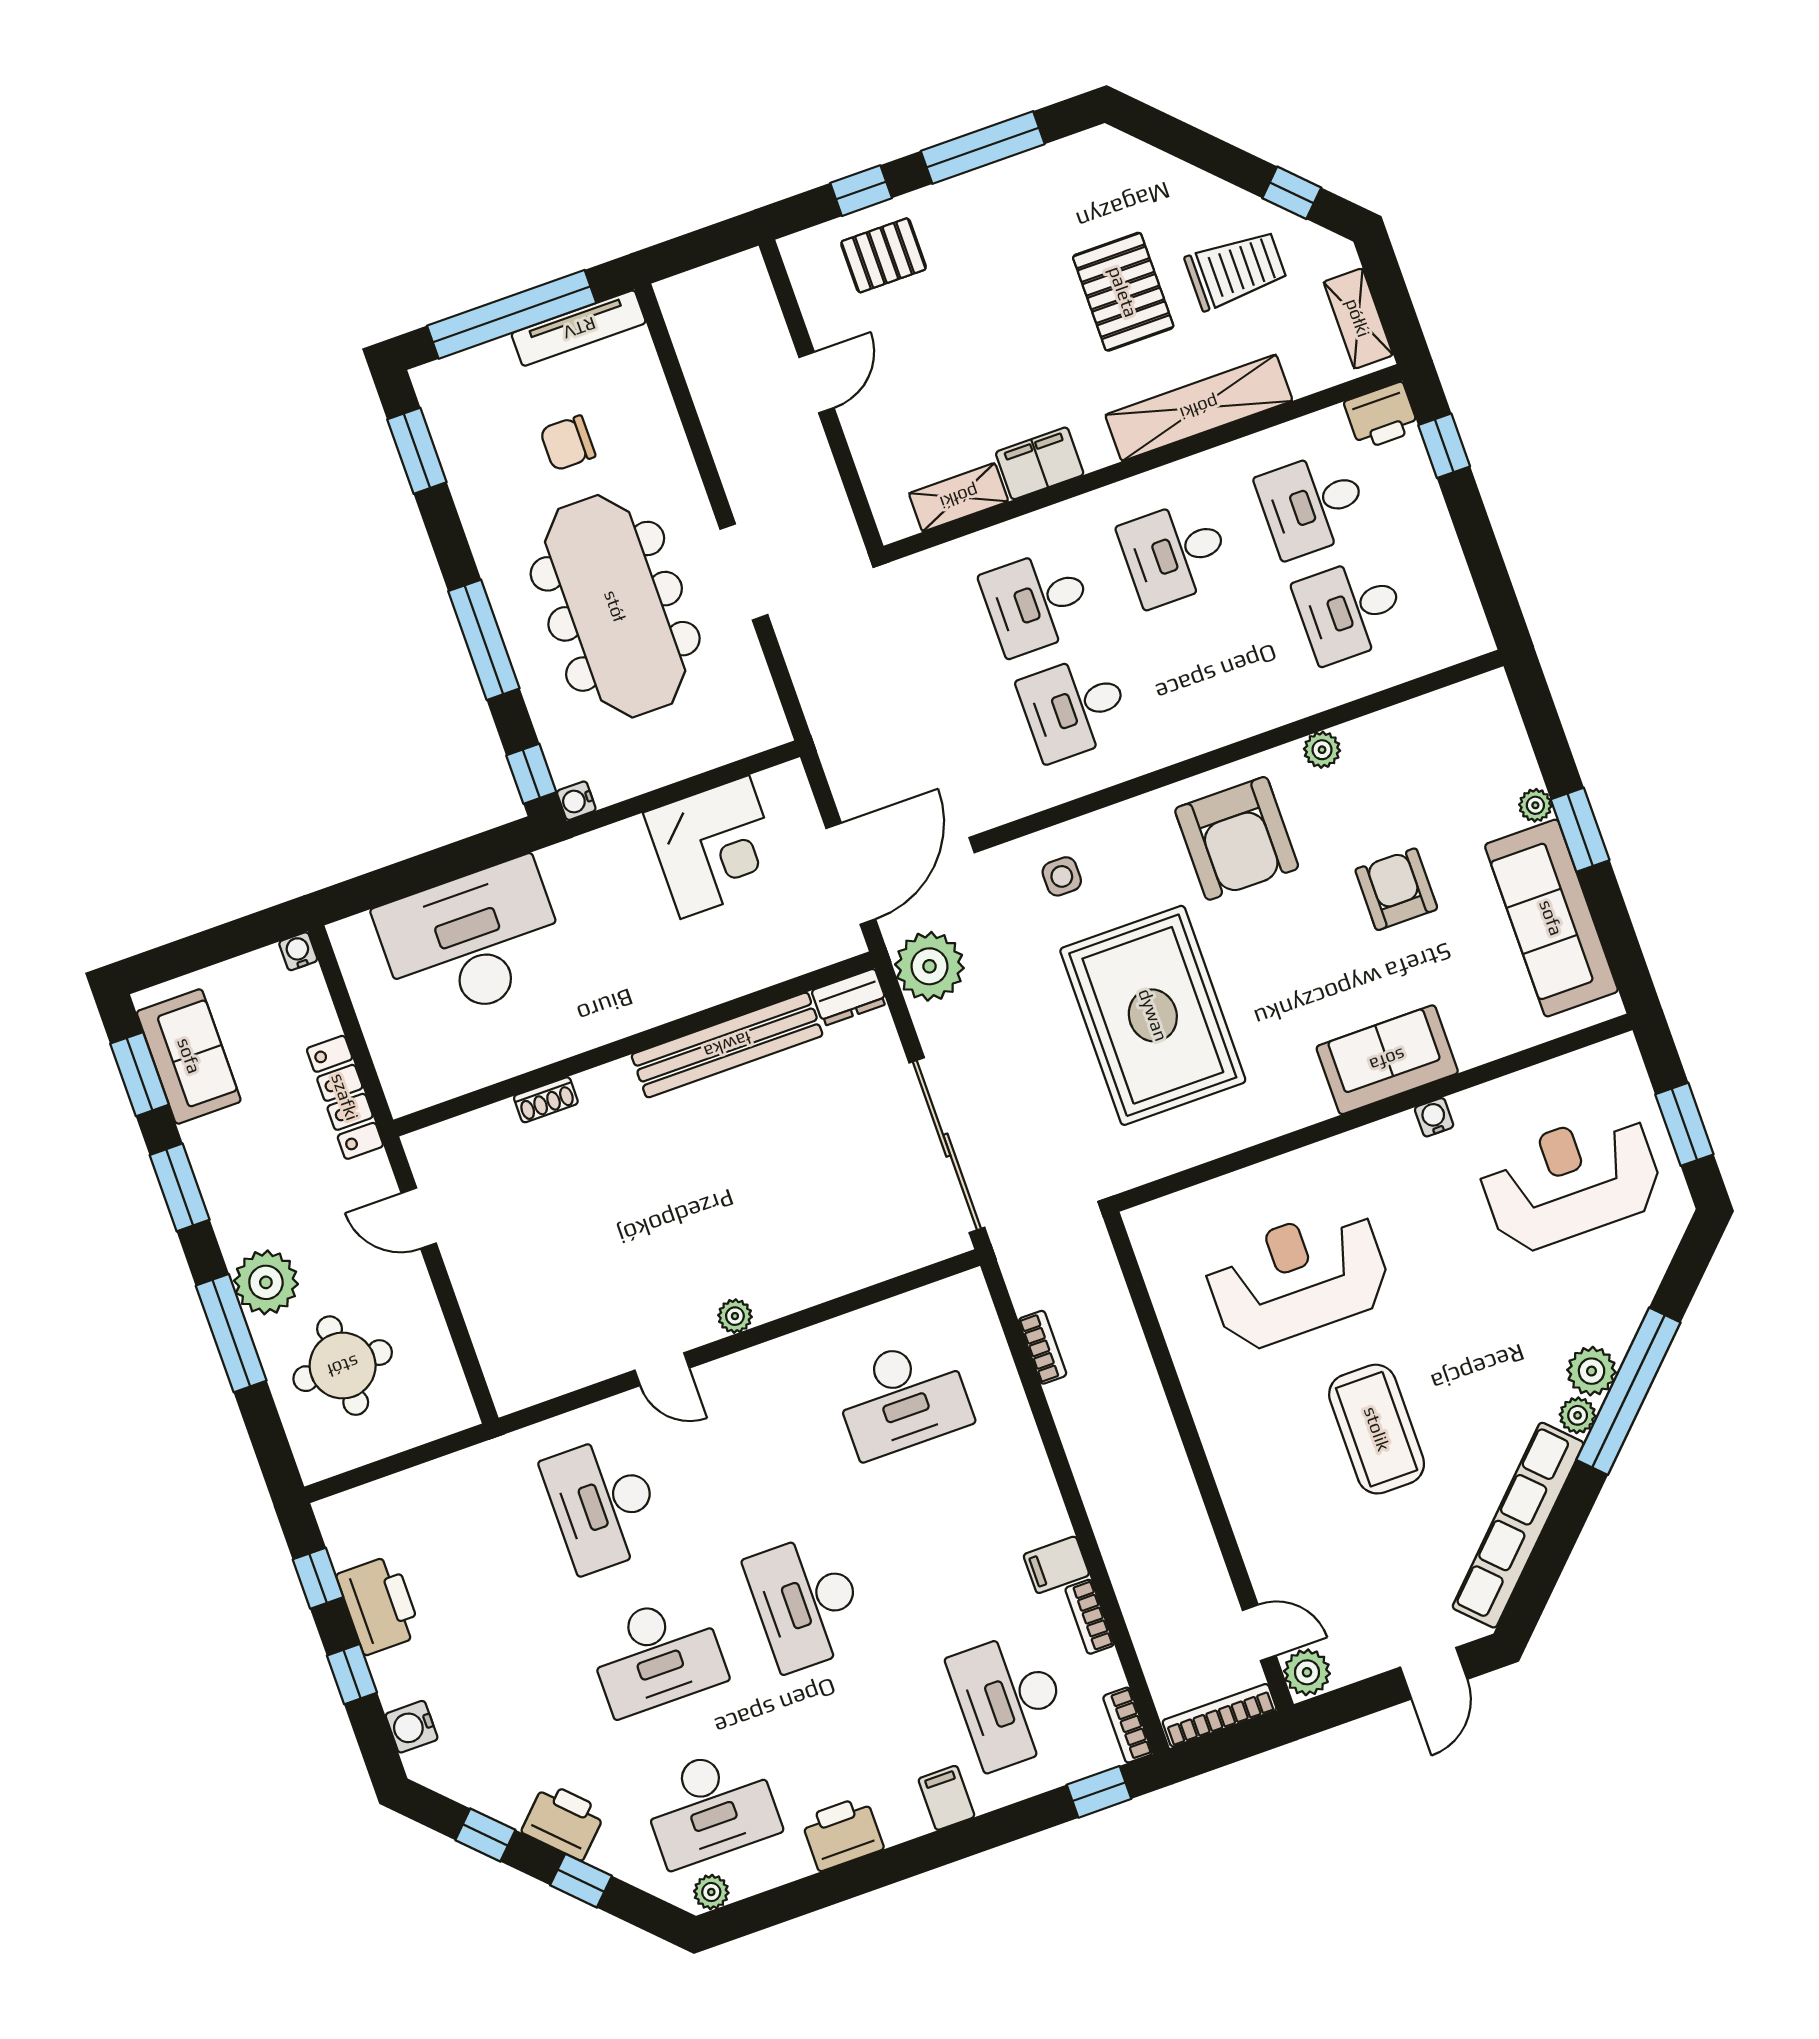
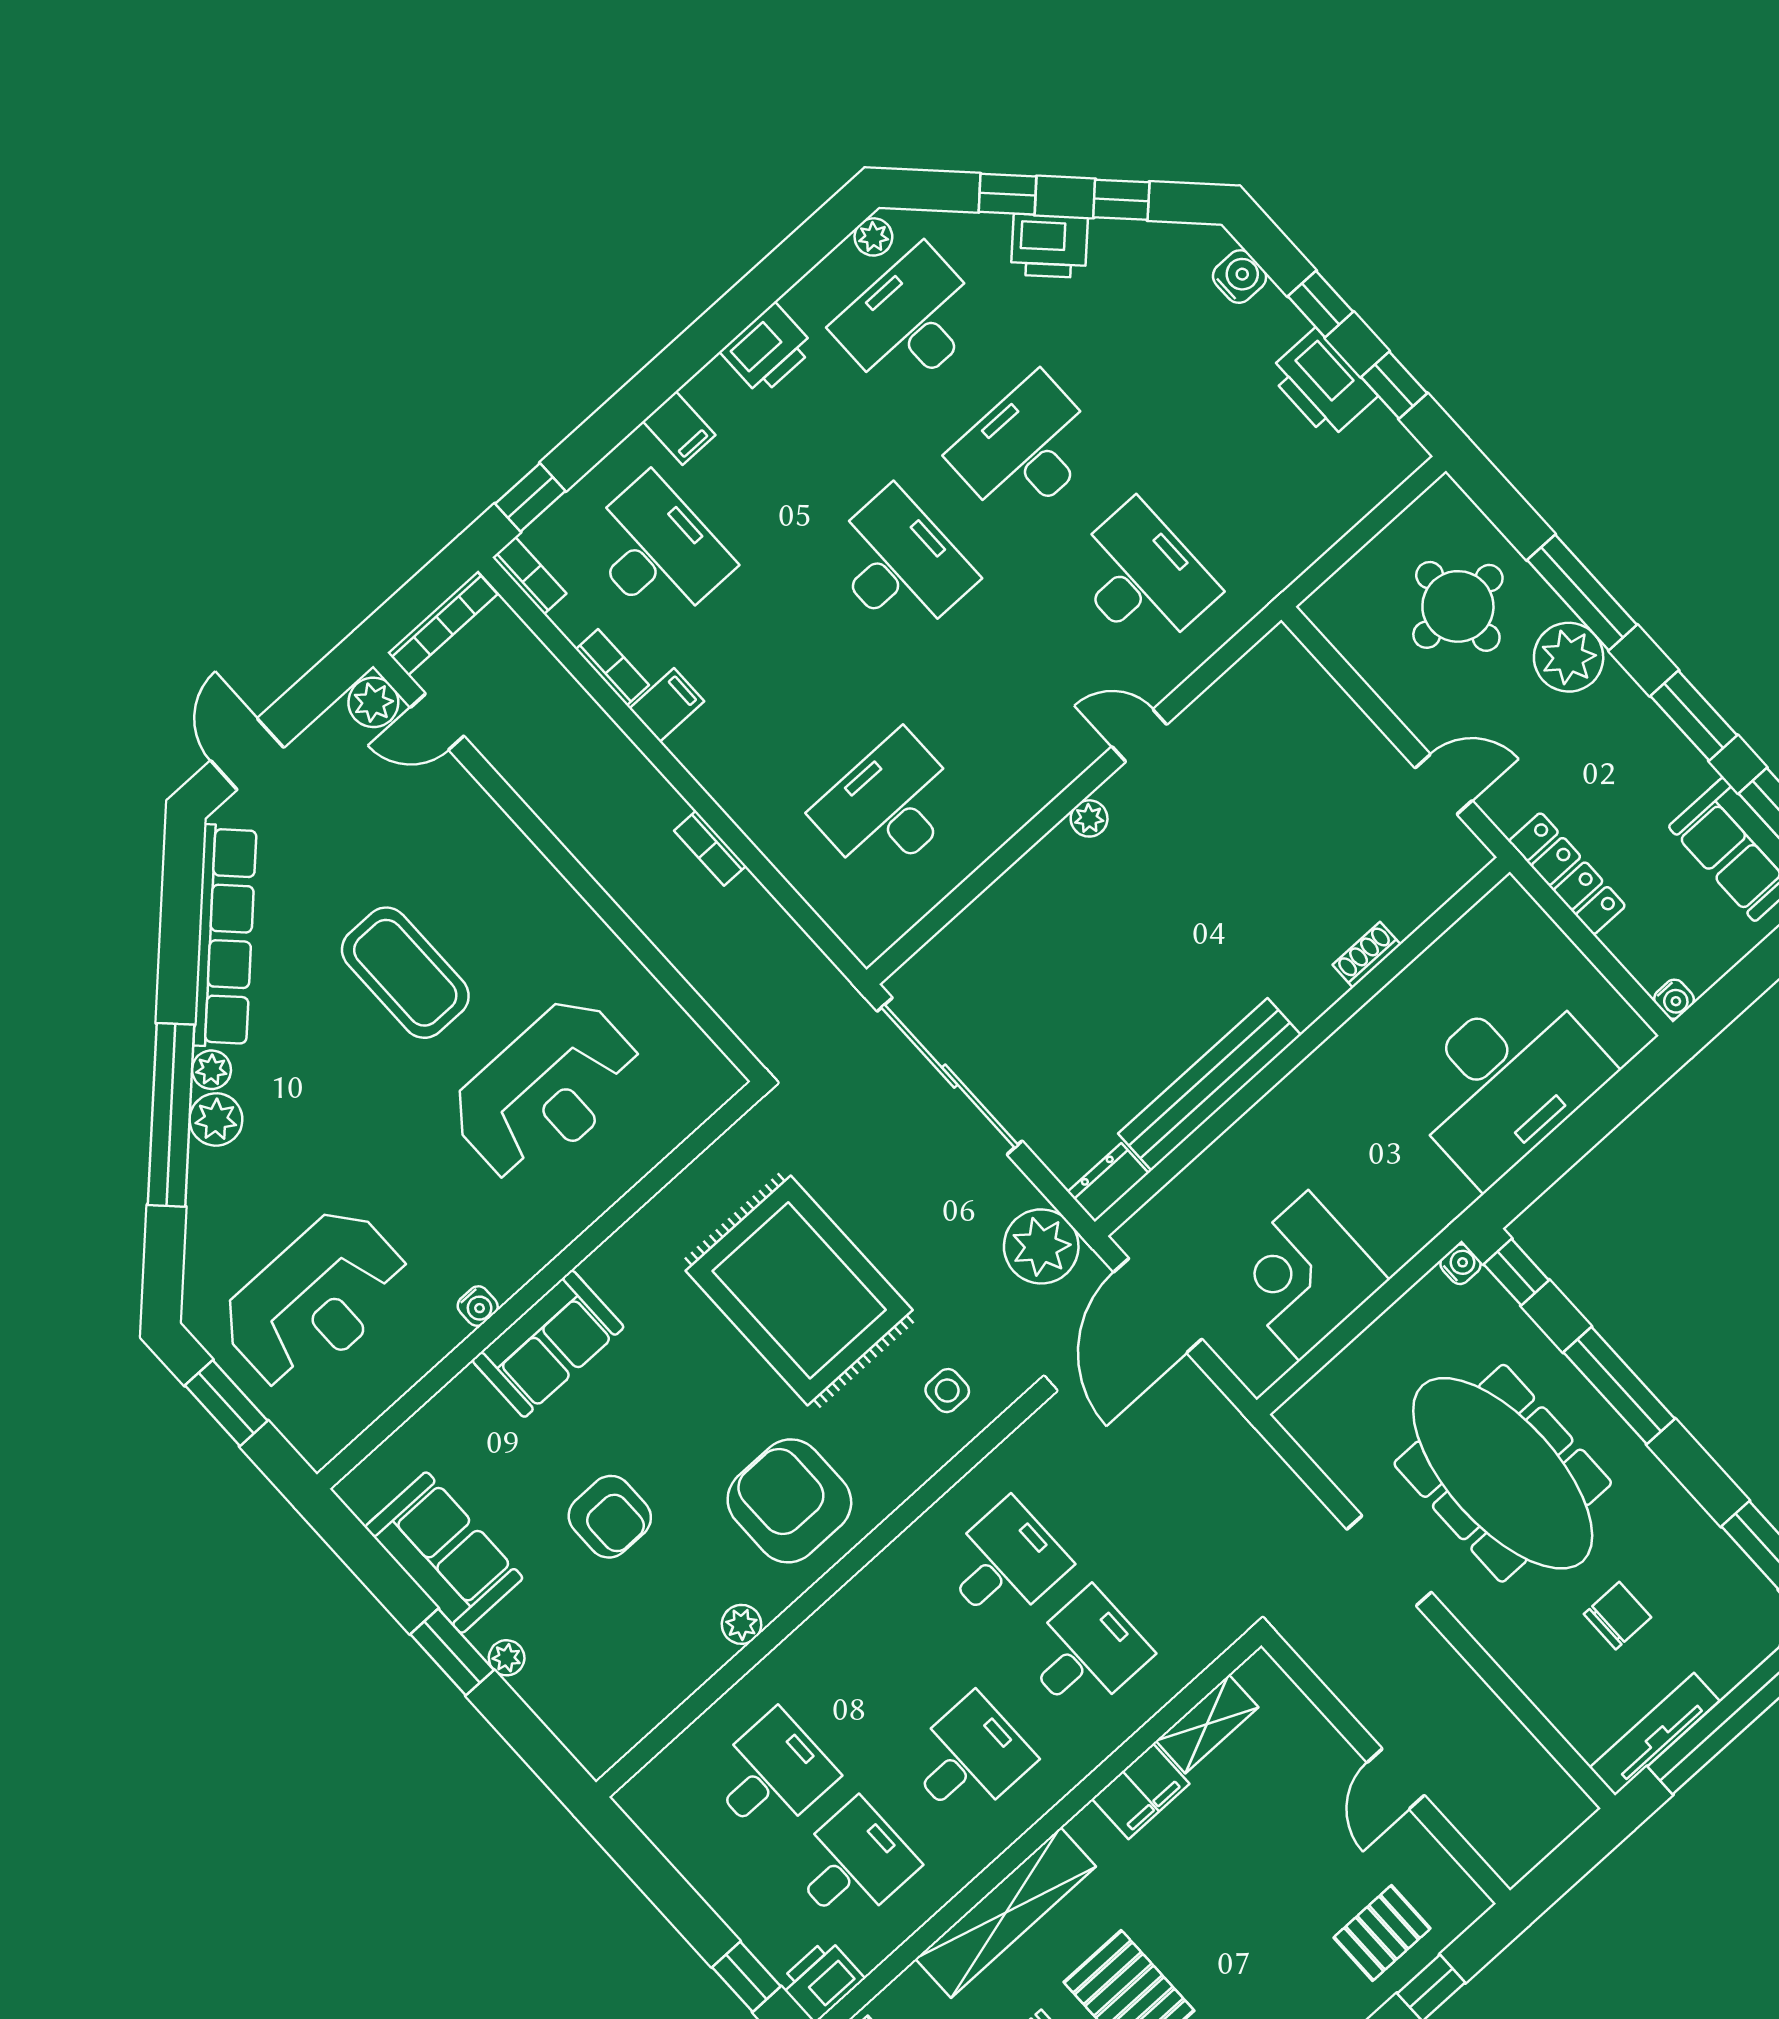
sofa: (1551, 918) -> (444, 1553), width x0.73
bookcase: (1042, 1347) -> (710, 848), moved

